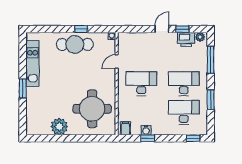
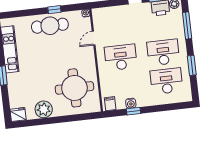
fridge: (33, 129) -> (18, 114), added
window: (193, 138) -> (179, 106), removed

